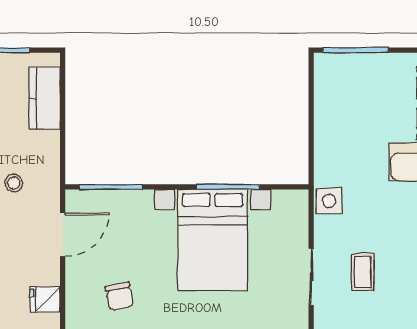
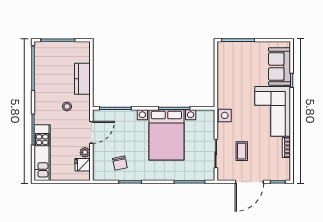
kitchen counter: (45, 98) -> (82, 79), moved
plant: (50, 275) -> (85, 152), added

